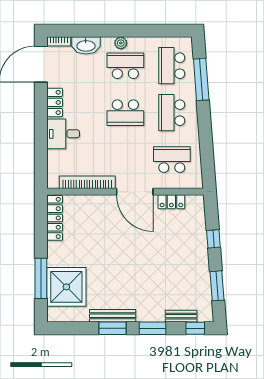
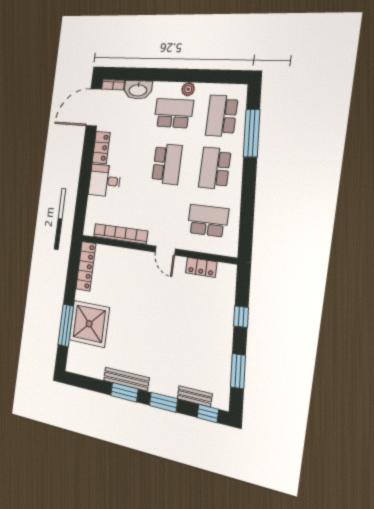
plant: (121, 43) -> (188, 89), moved
school desk: (125, 113) -> (167, 164), turned -90
door: (135, 192) -> (165, 250), width x0.53
shower: (66, 287) -> (89, 324), moved

